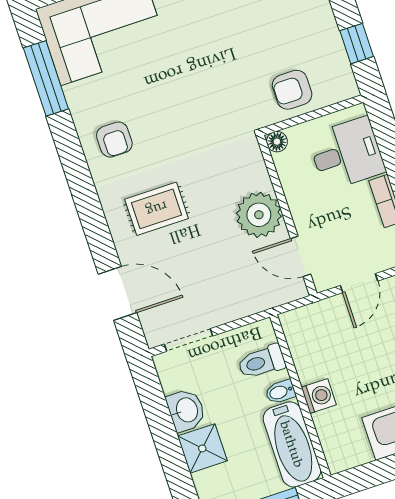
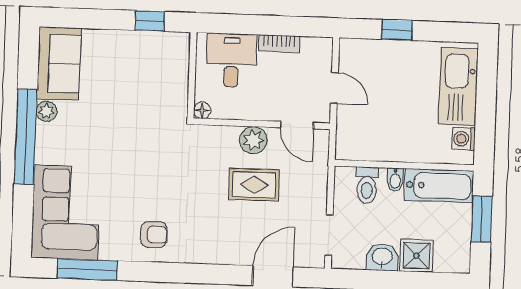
armchair: (292, 90) -> (167, 84), removed
rug: (157, 209) -> (254, 185), moved, turned 90
plant: (259, 215) -> (253, 140), width x0.73, depth x0.73
door: (301, 256) -> (297, 125), hinge flipped
washing machine: (319, 396) -> (463, 139), moved, turned -90

